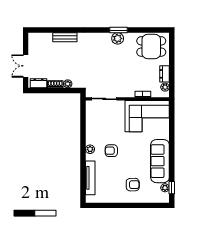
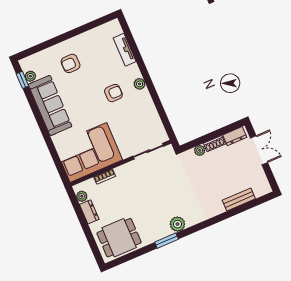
bench: (65, 37) -> (239, 200), moved
plant: (118, 38) -> (177, 224), moved
tv unit: (90, 178) -> (125, 50), width x0.71

